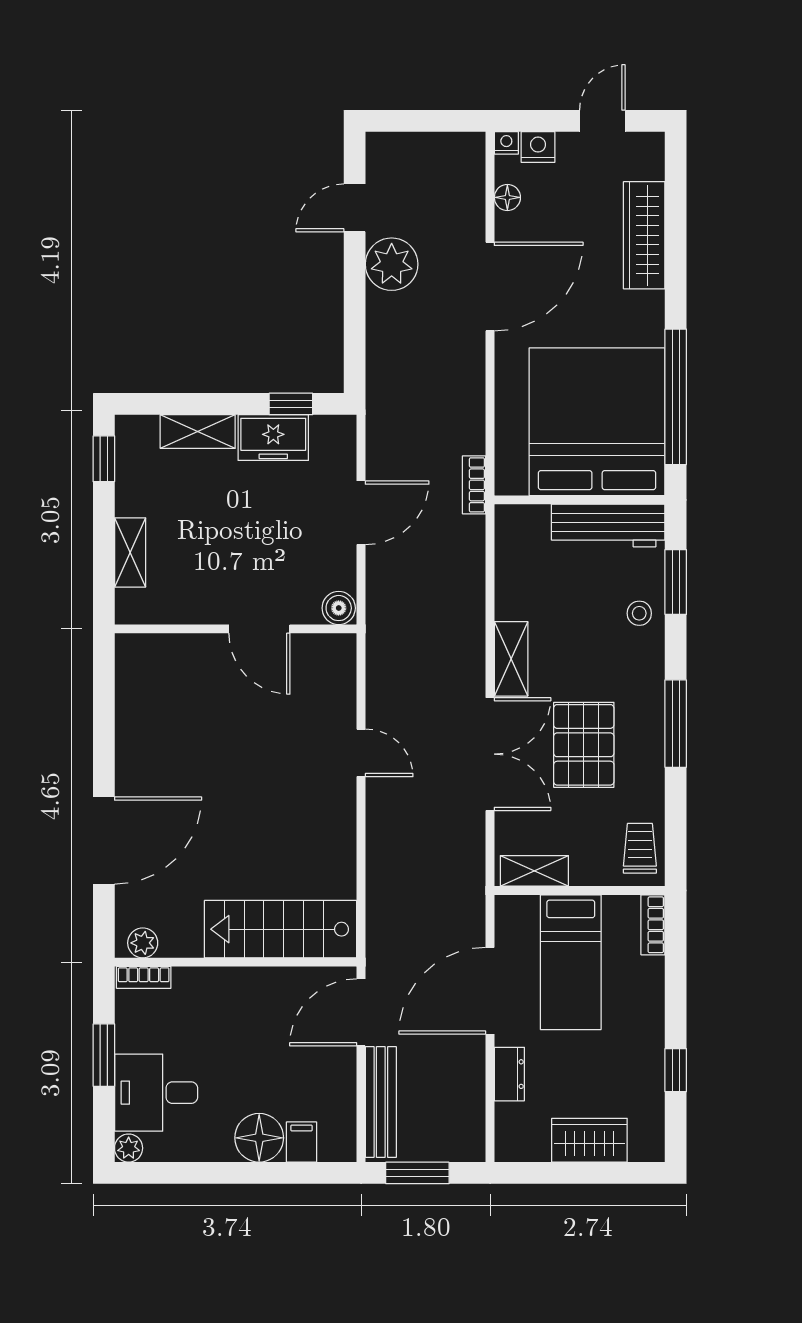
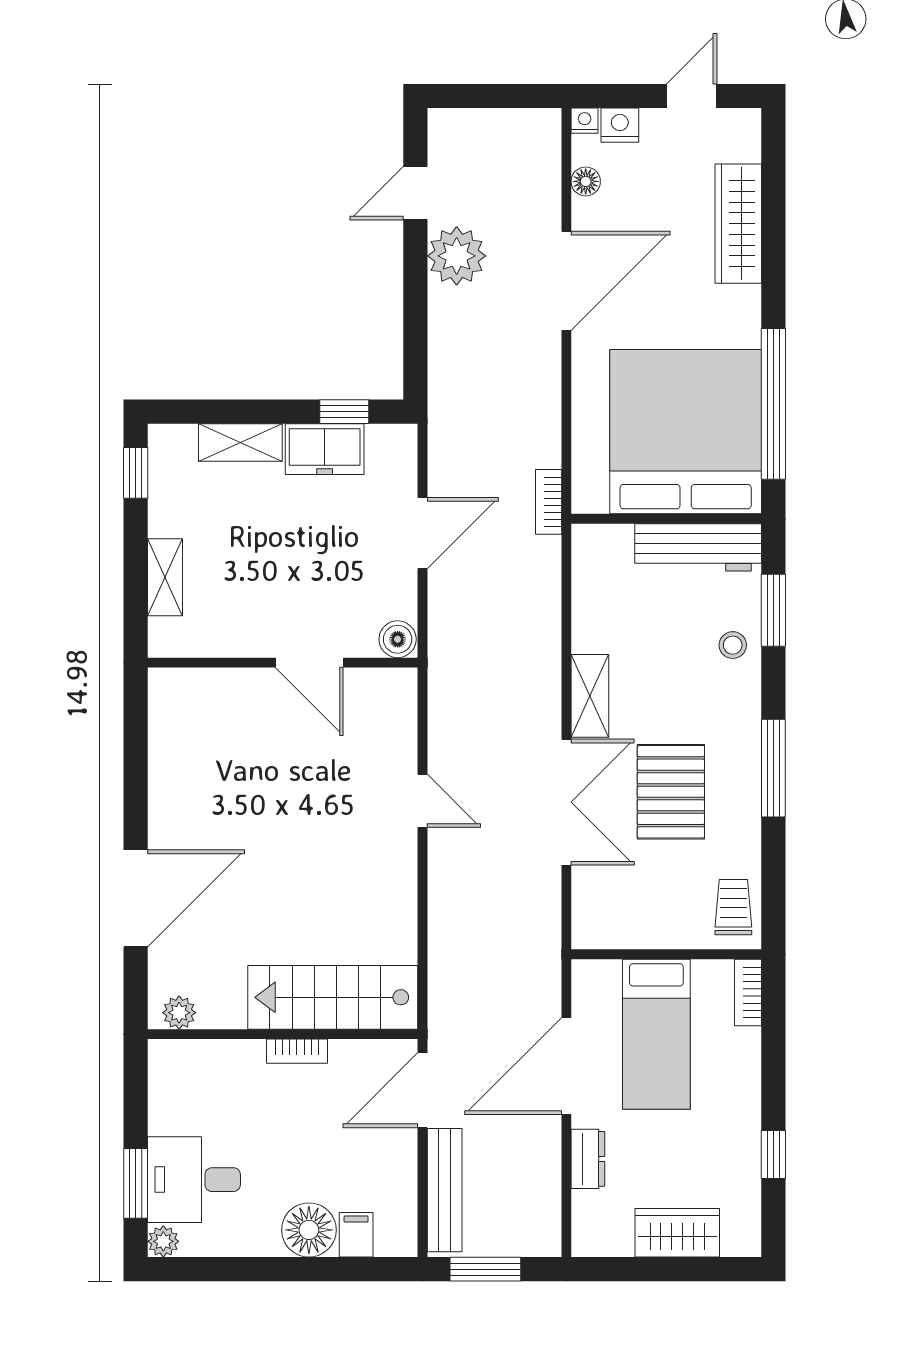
shelving: (534, 871) -> (616, 932), removed
bookcase: (144, 977) -> (297, 1051), moved
window: (104, 1055) -> (136, 1183), moved

